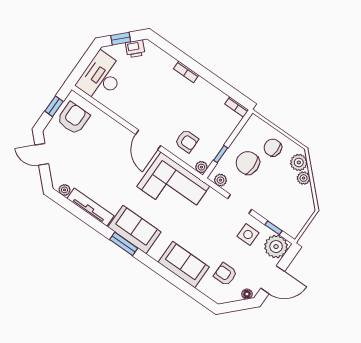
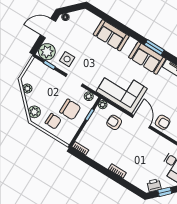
plant: (304, 178) -> (27, 88), moved
armchair: (225, 274) -> (163, 122), moved

